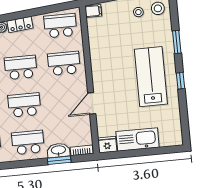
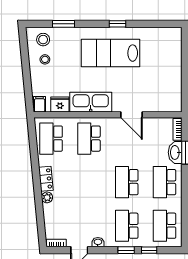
window: (177, 42) -> (63, 24), moved
school desk: (21, 67) -> (89, 182), removed
kitchen sink: (138, 139) -> (91, 102), moved, turned 90
fridge: (107, 145) -> (60, 104), moved, turned 90

